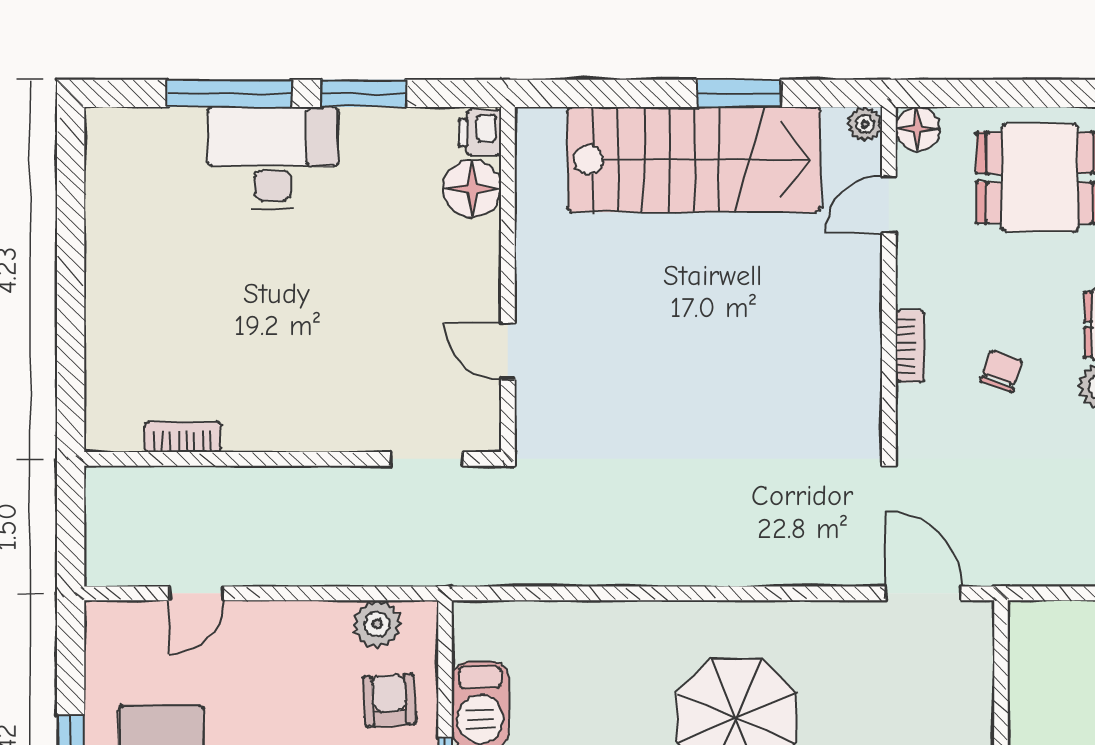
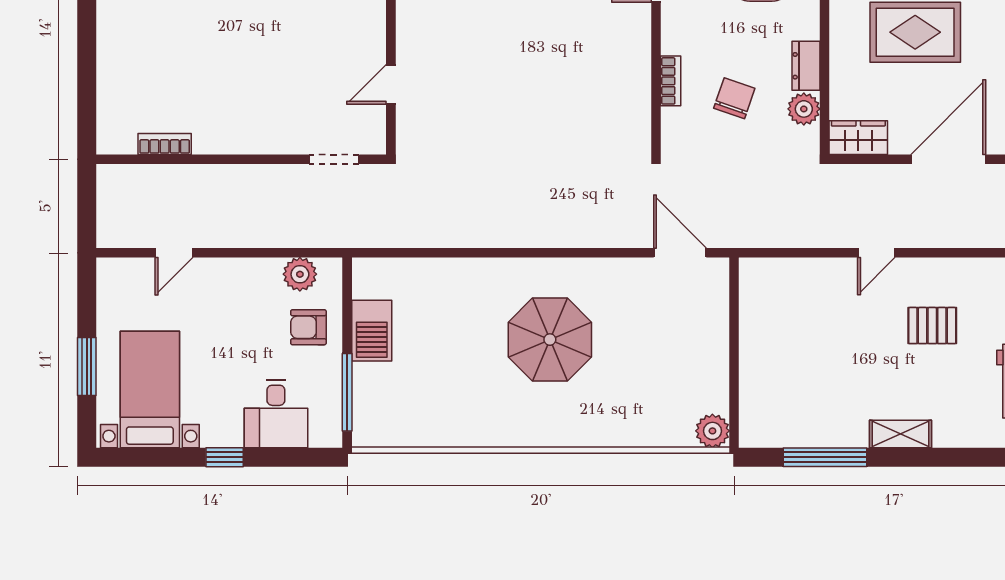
door: (508, 351) -> (391, 84), hinge flipped
chair: (1001, 371) -> (734, 98), width x1.37, depth x1.37
armchair: (389, 700) -> (308, 327), turned -86

